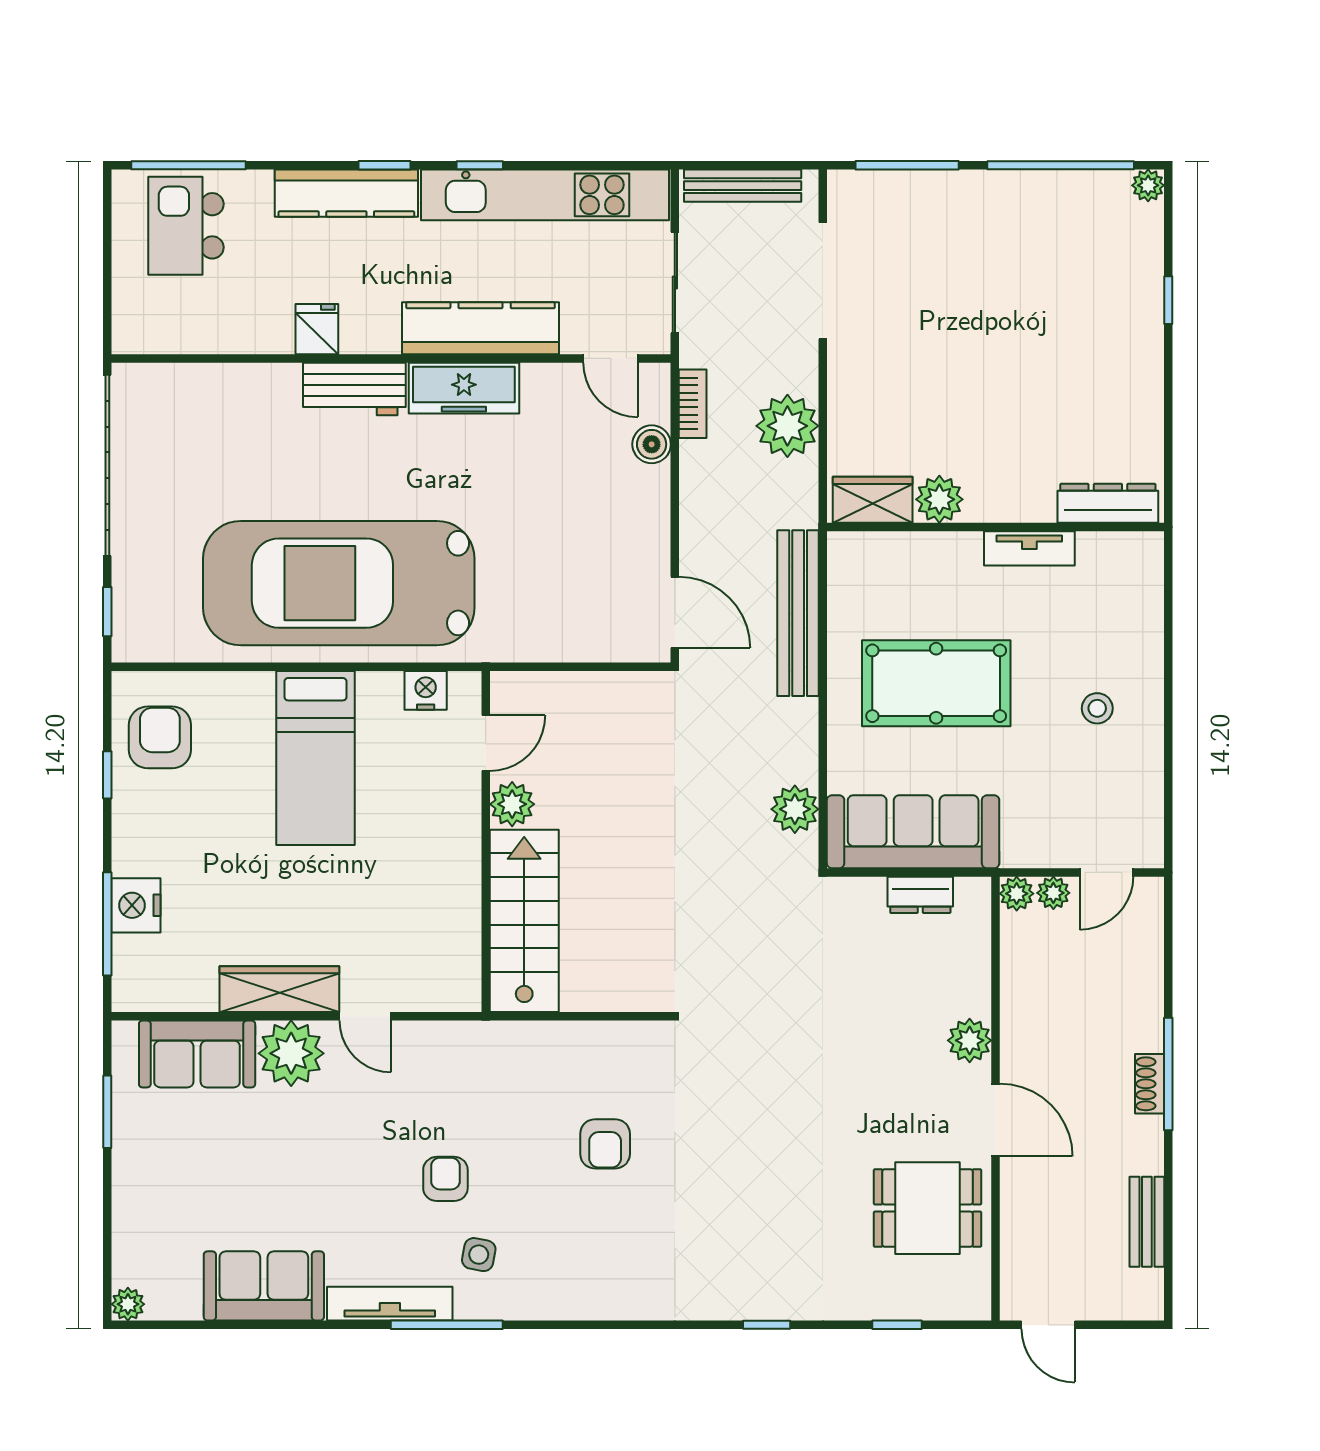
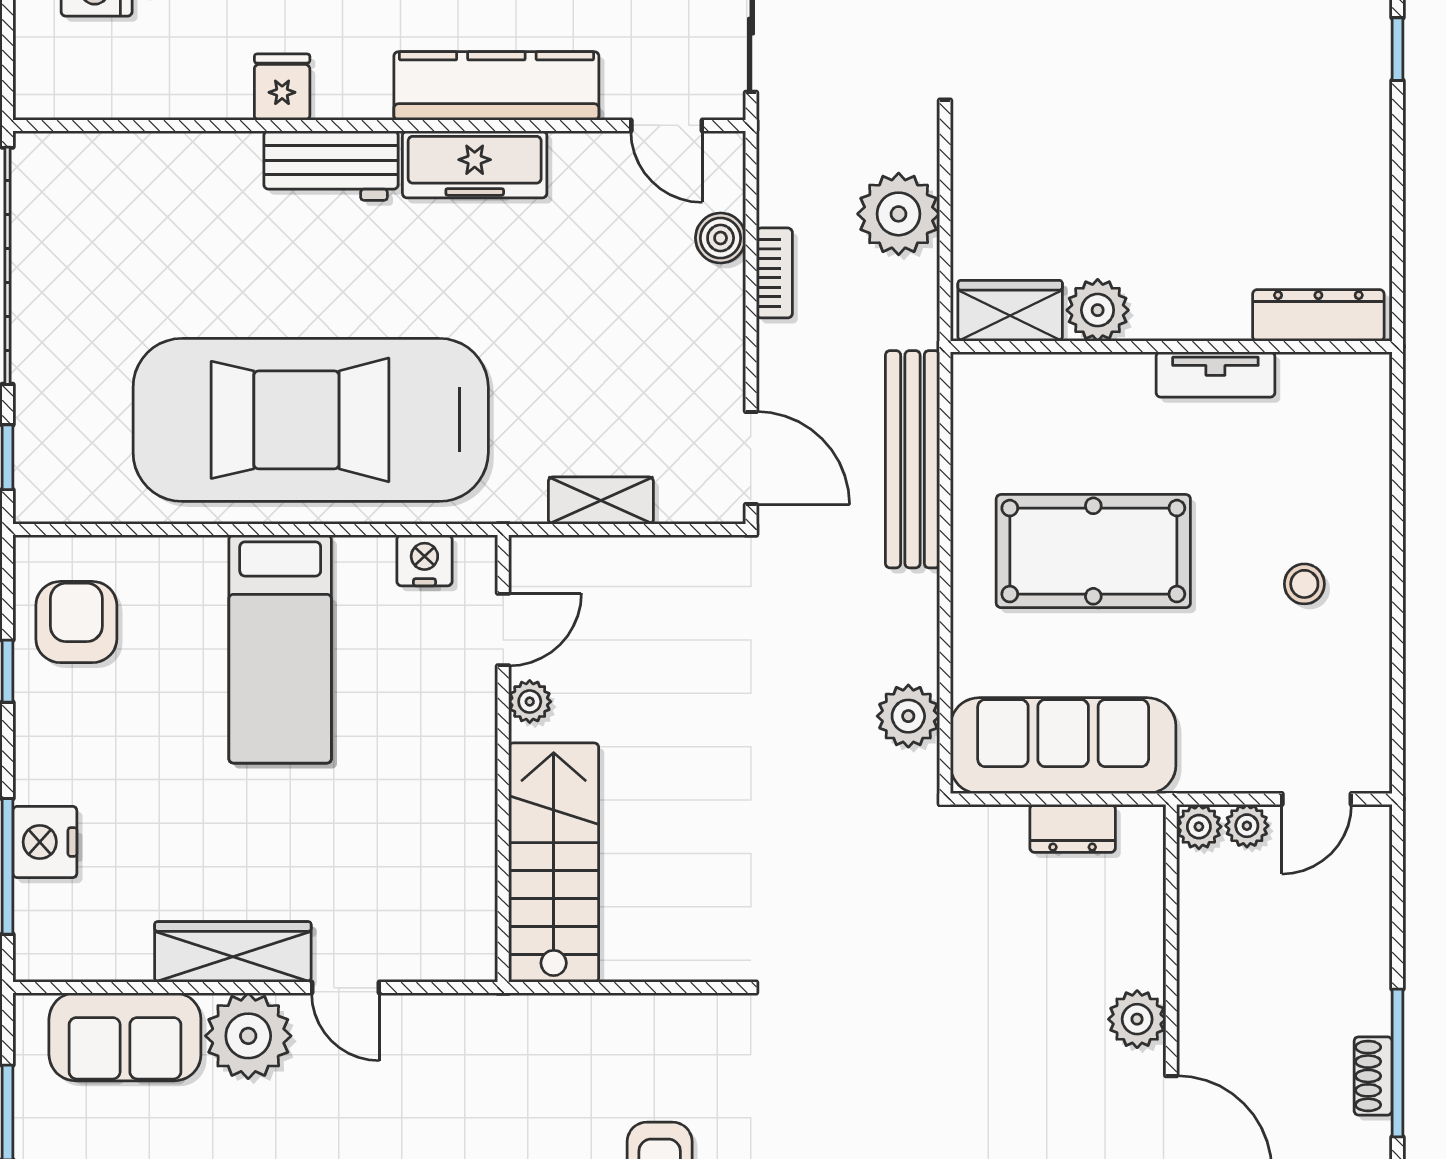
bookcase: (693, 404) -> (774, 273), moved
shelving: (560, 645) -> (601, 501), added
plant: (512, 804) -> (530, 702), width x0.73, depth x0.73

